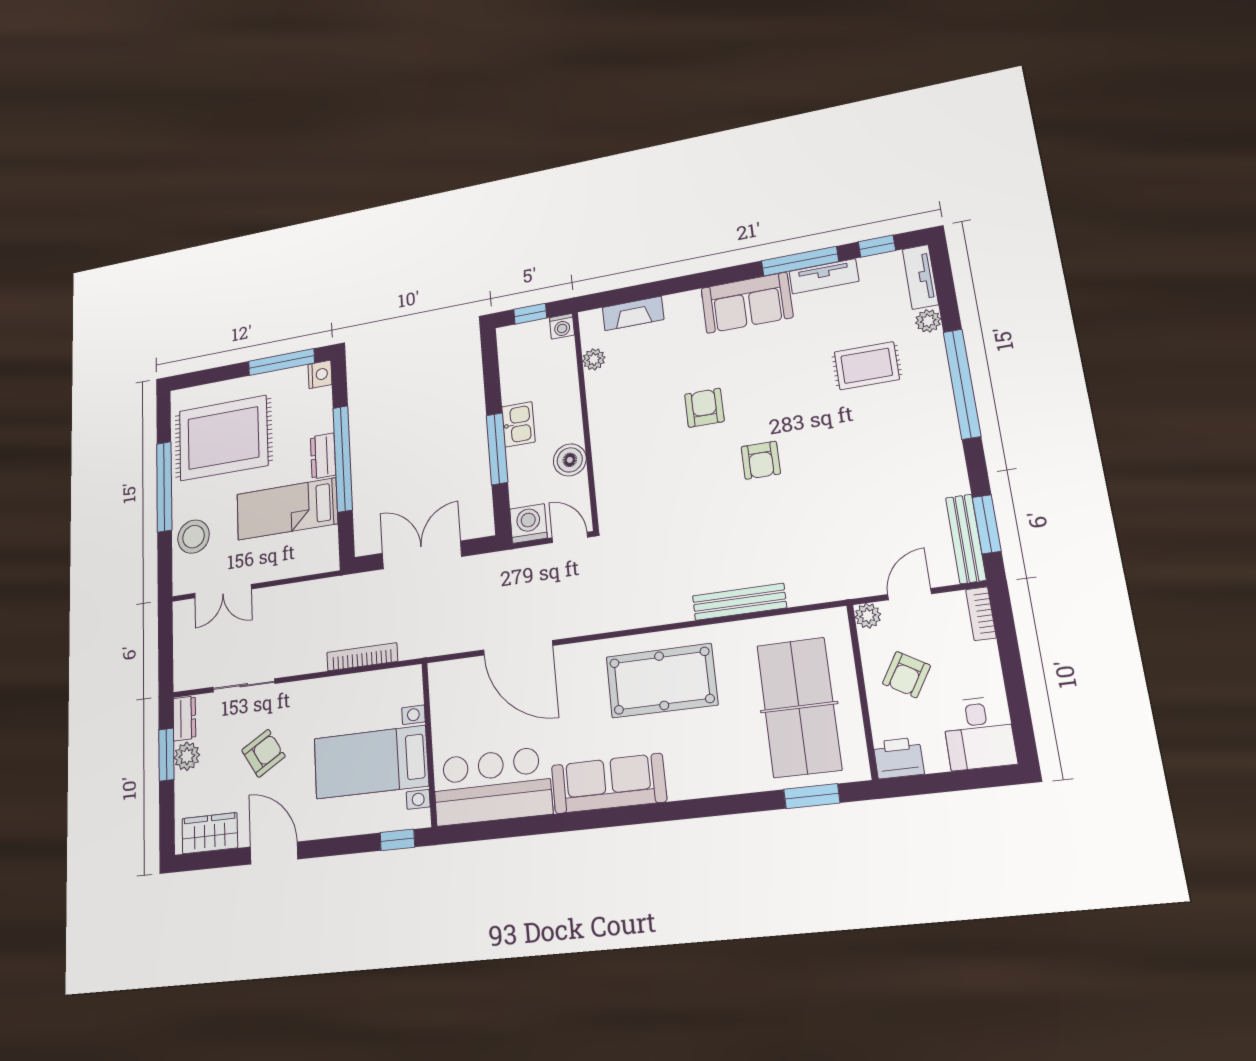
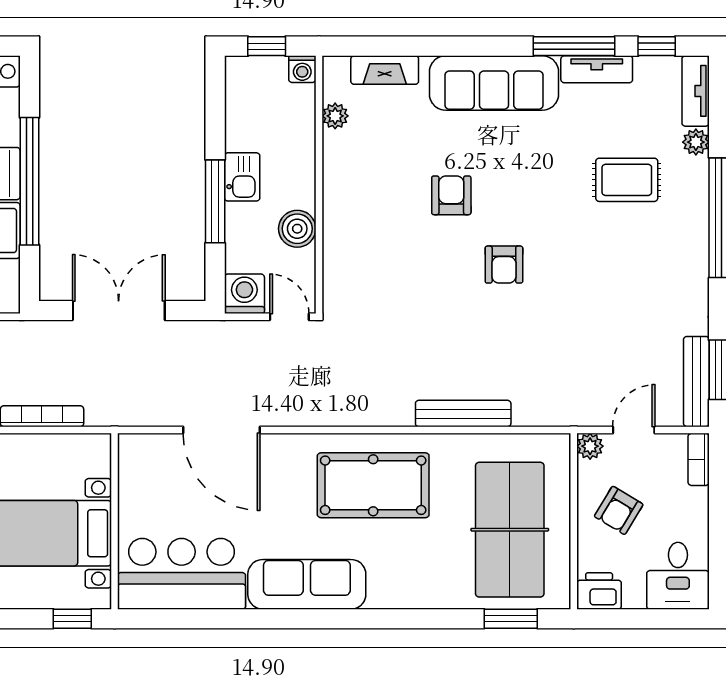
sofa: (747, 303) -> (494, 83), width x1.36

